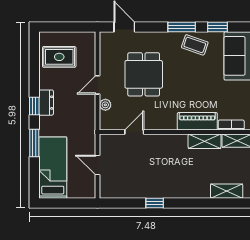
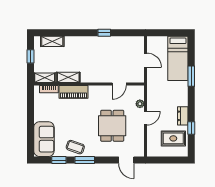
dresser: (46, 103) -> (183, 116), moved
window: (34, 106) -> (191, 128), moved

